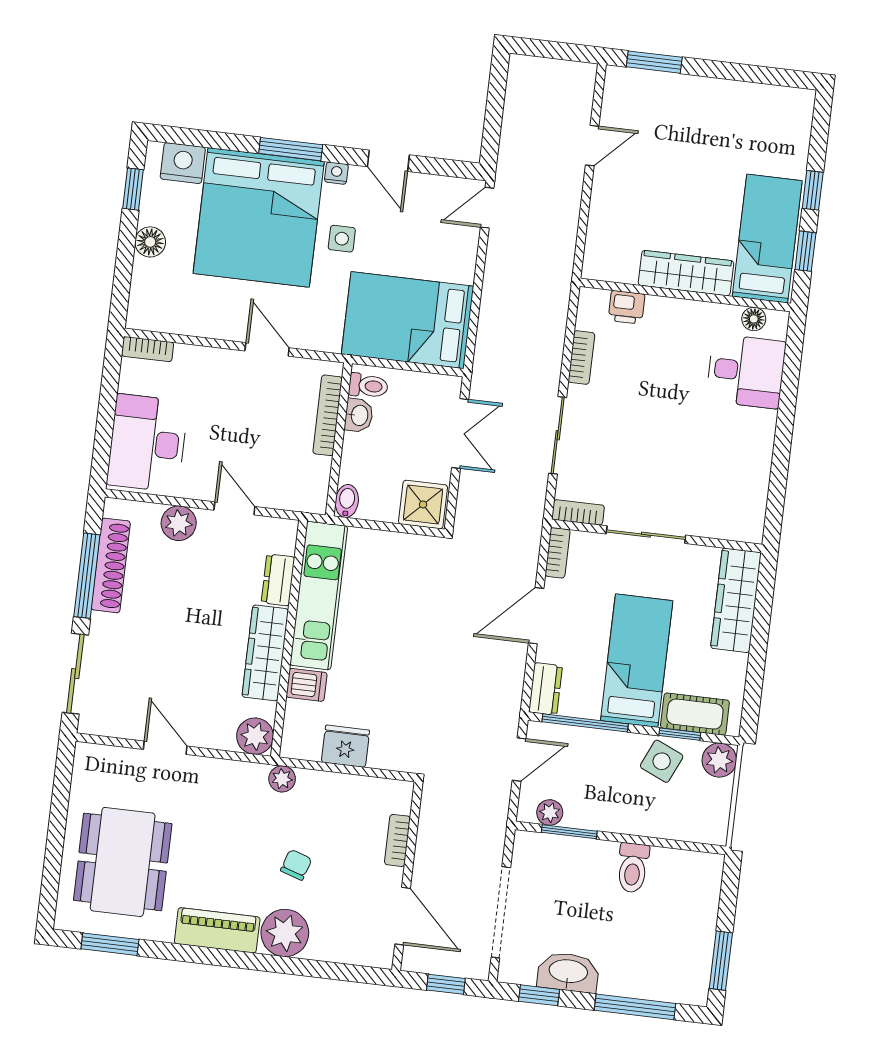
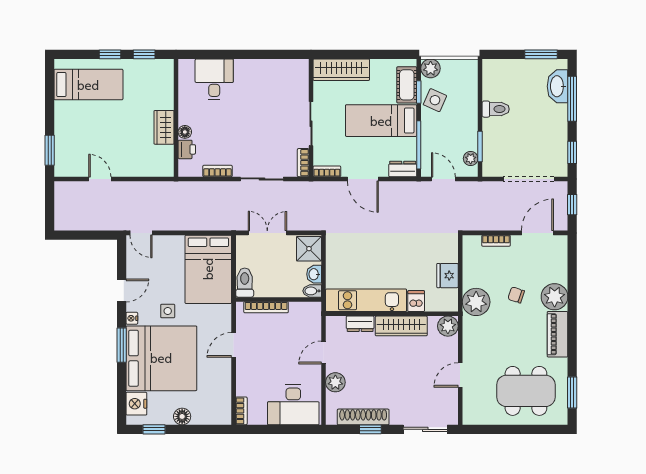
bed: (767, 239) -> (88, 85), moved, turned 180
wardrobe: (686, 273) -> (164, 127), width x0.67
floor lamp: (754, 319) -> (185, 132), moved
toilet: (368, 386) -> (245, 283), width x1.37, depth x1.39
washbasin: (359, 415) -> (314, 274), moved, turned -90
window: (87, 576) -> (370, 429), width x0.46
plant: (282, 779) -> (476, 302), width x1.88, depth x1.88
washbasin: (568, 972) -> (558, 86), moved

